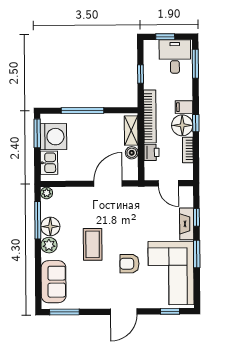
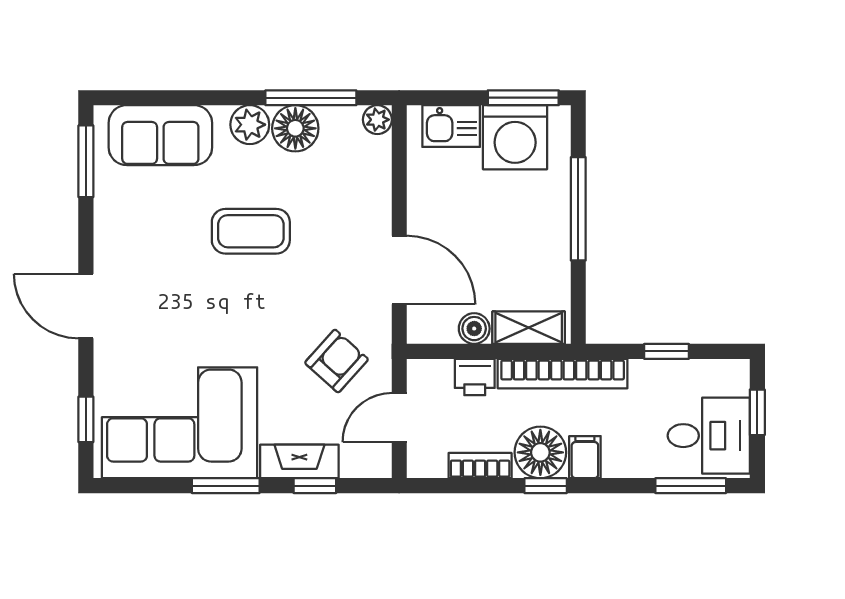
armchair: (129, 264) -> (337, 361), moved, turned 42

